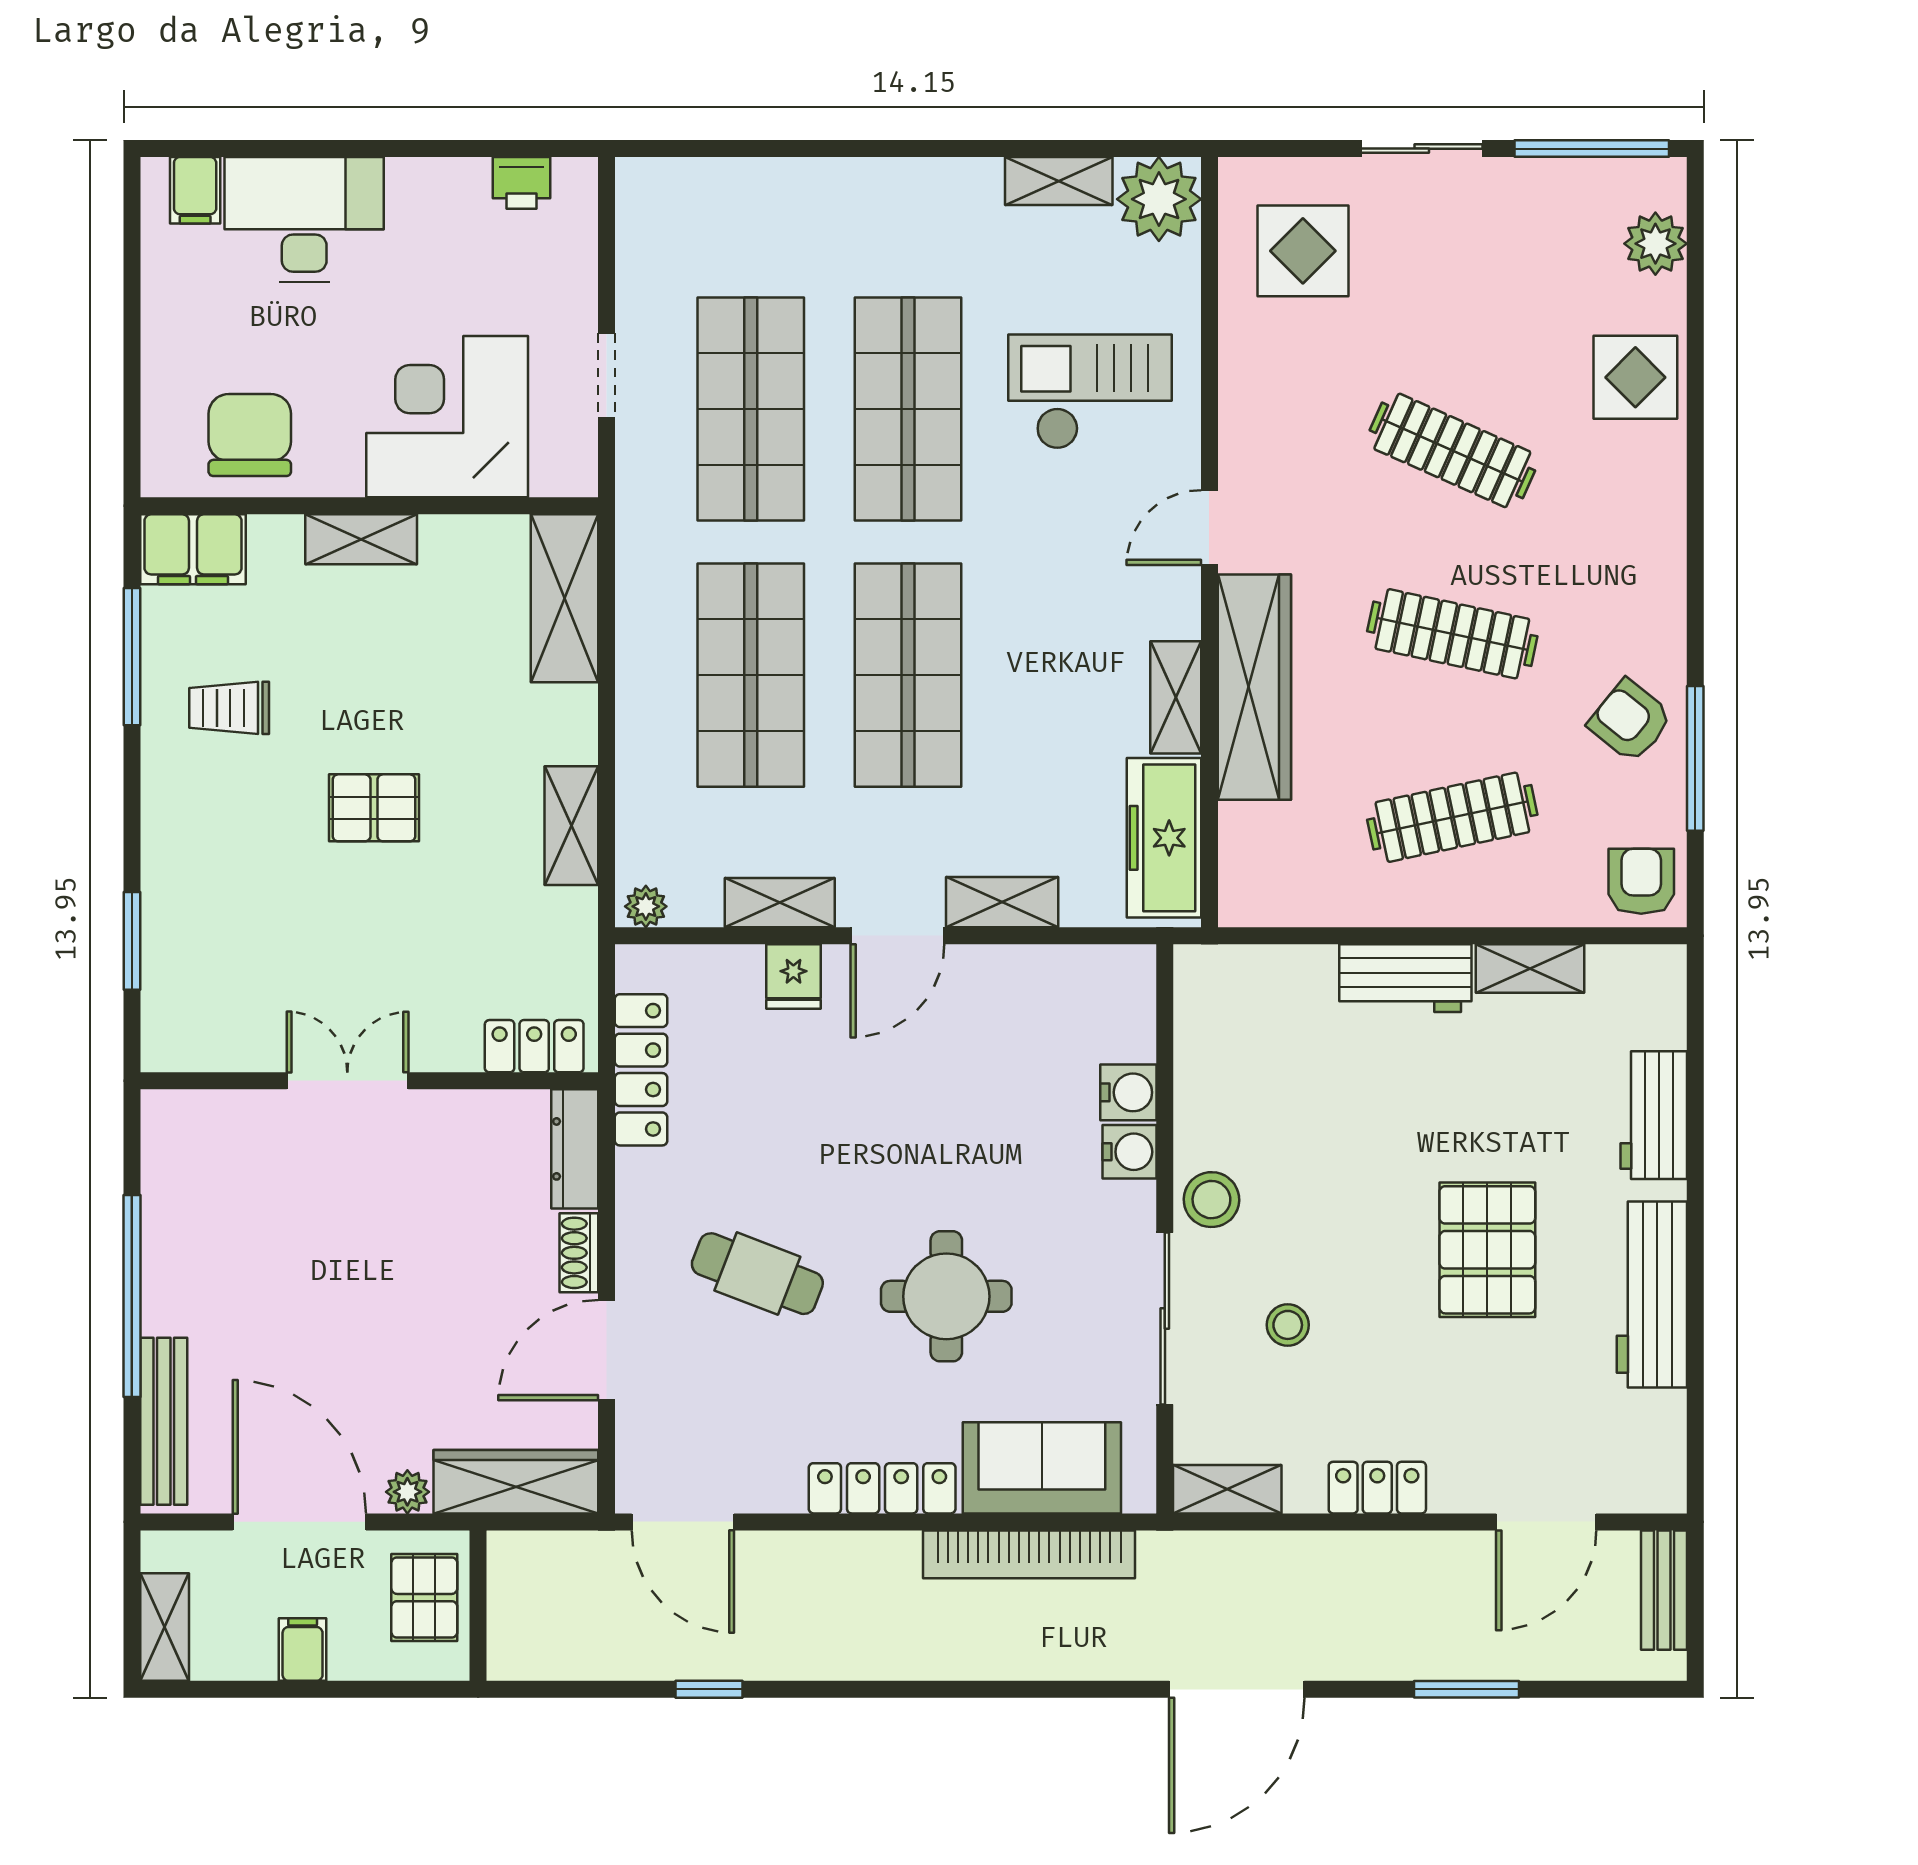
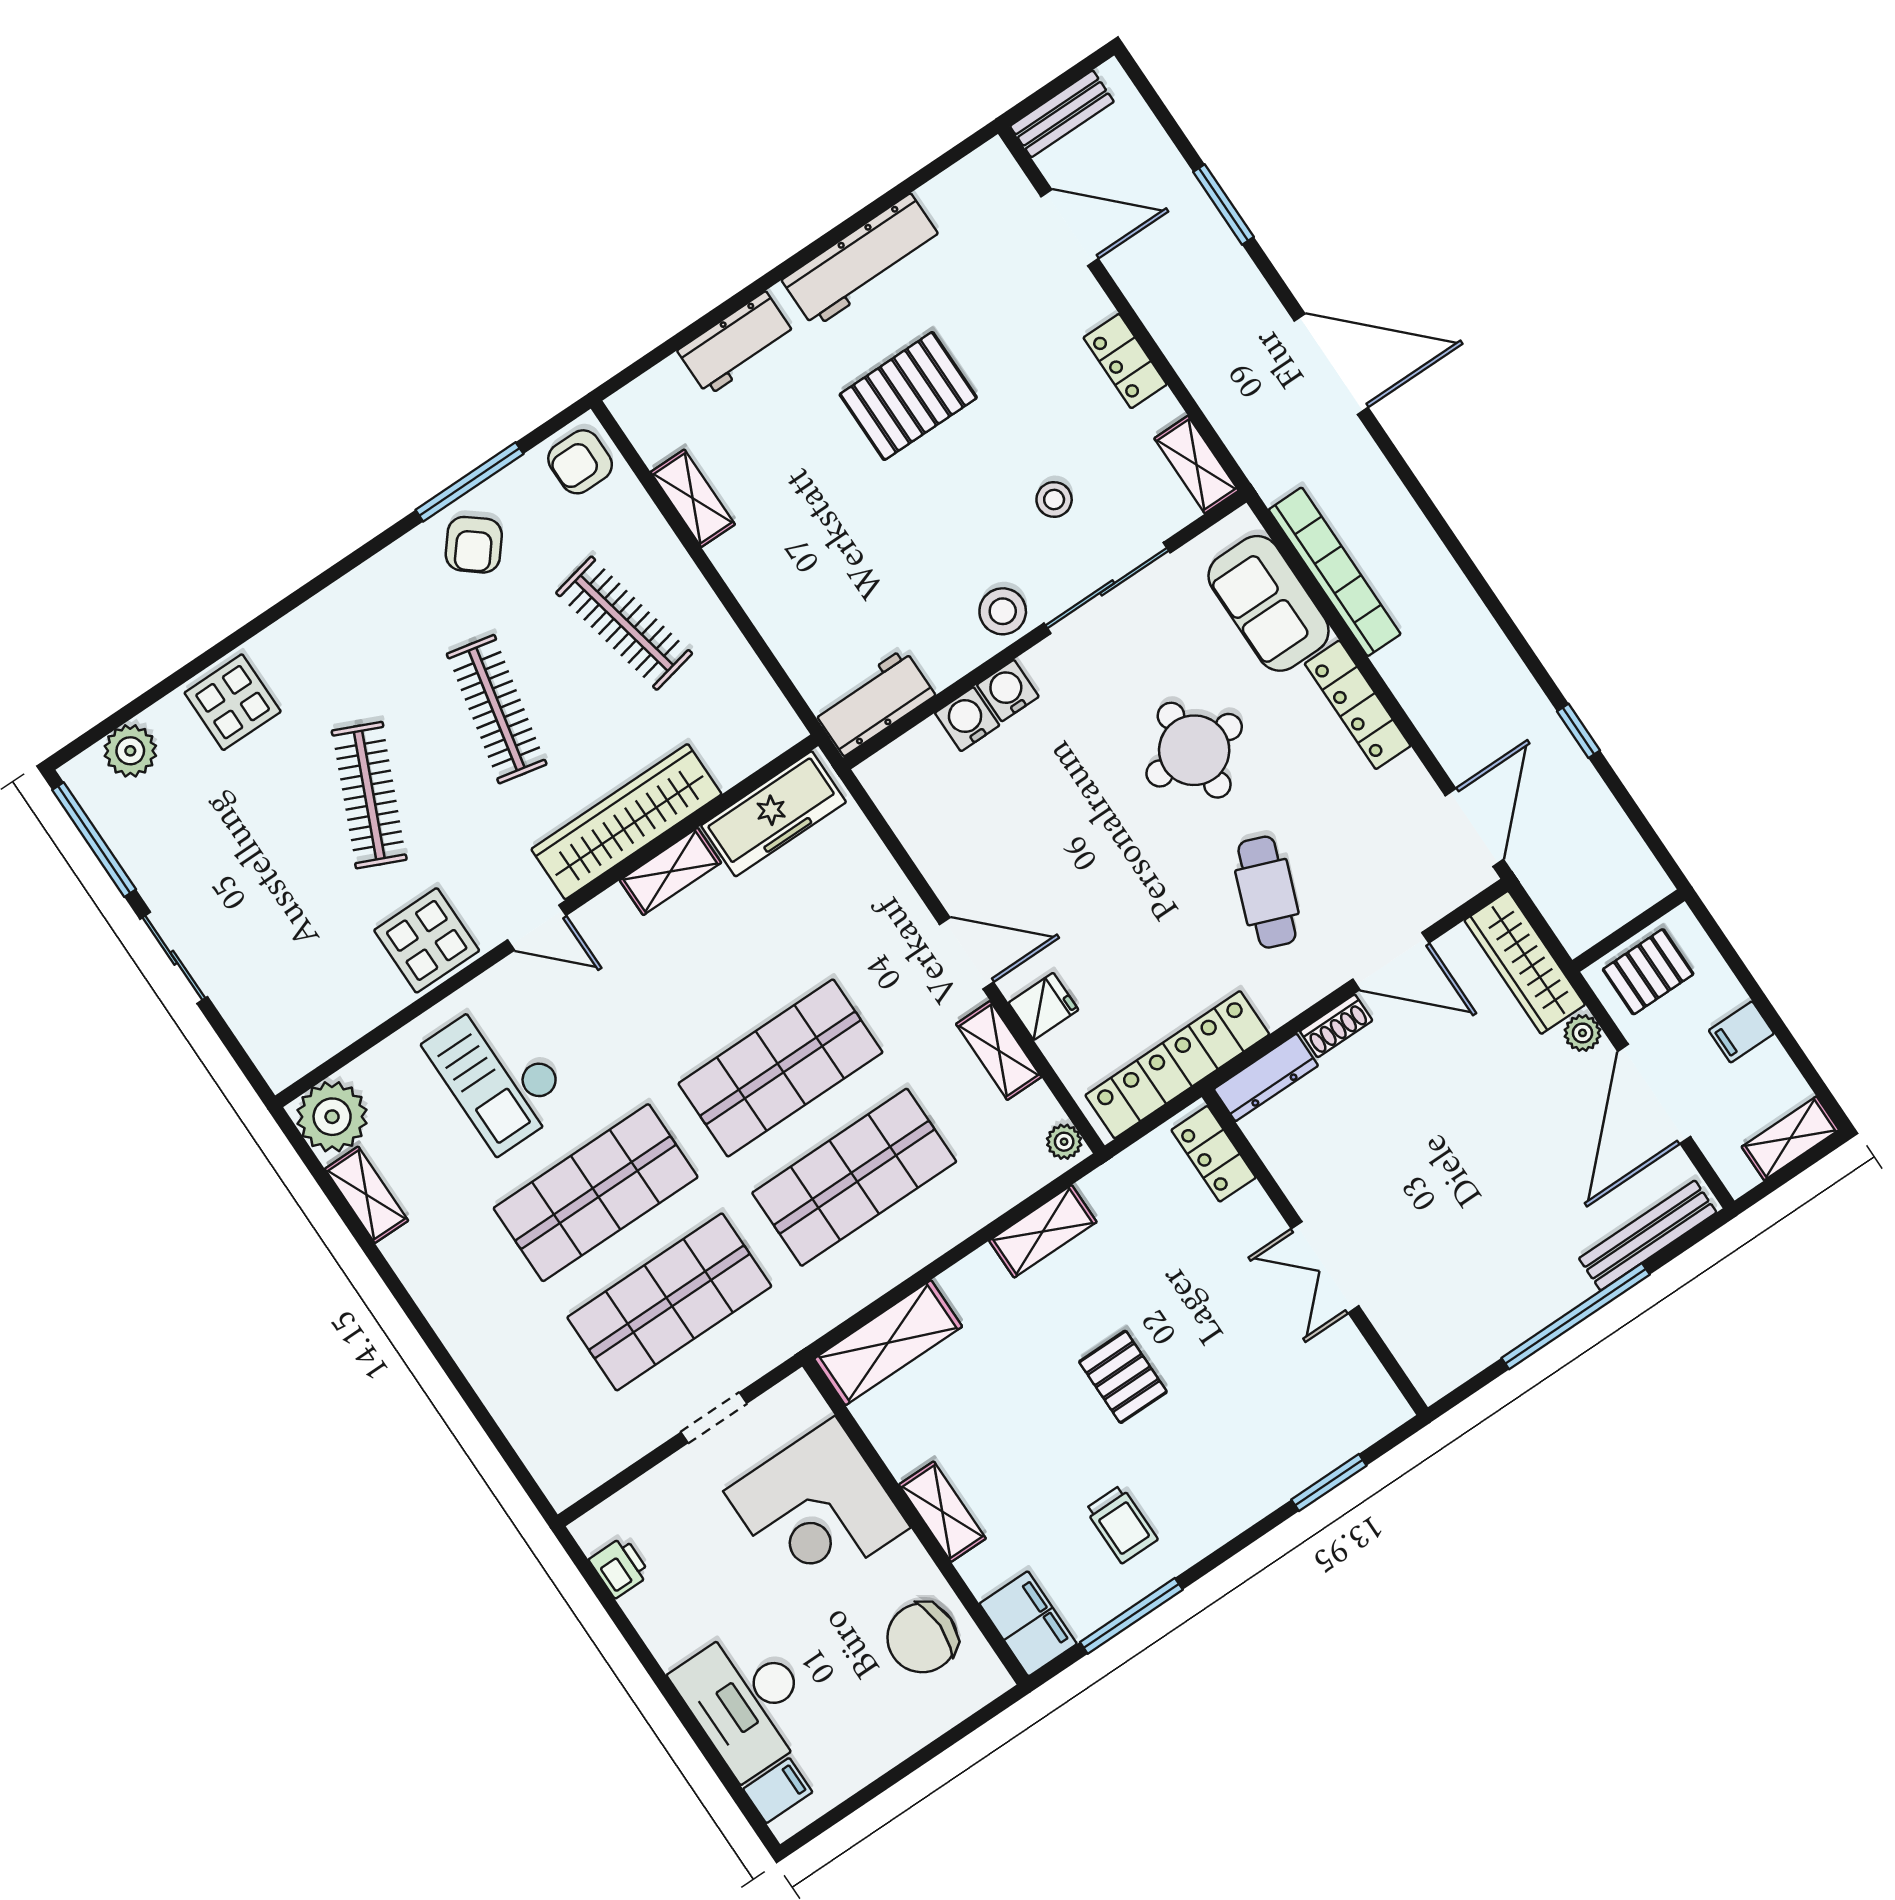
display table: (1303, 251) -> (427, 940), moved
shelving: (1002, 902) -> (894, 896), removed
workbench: (1405, 978) -> (874, 702), moved, turned -90
locker: (641, 1070) -> (1177, 1065), width x1.41, depth x1.21

